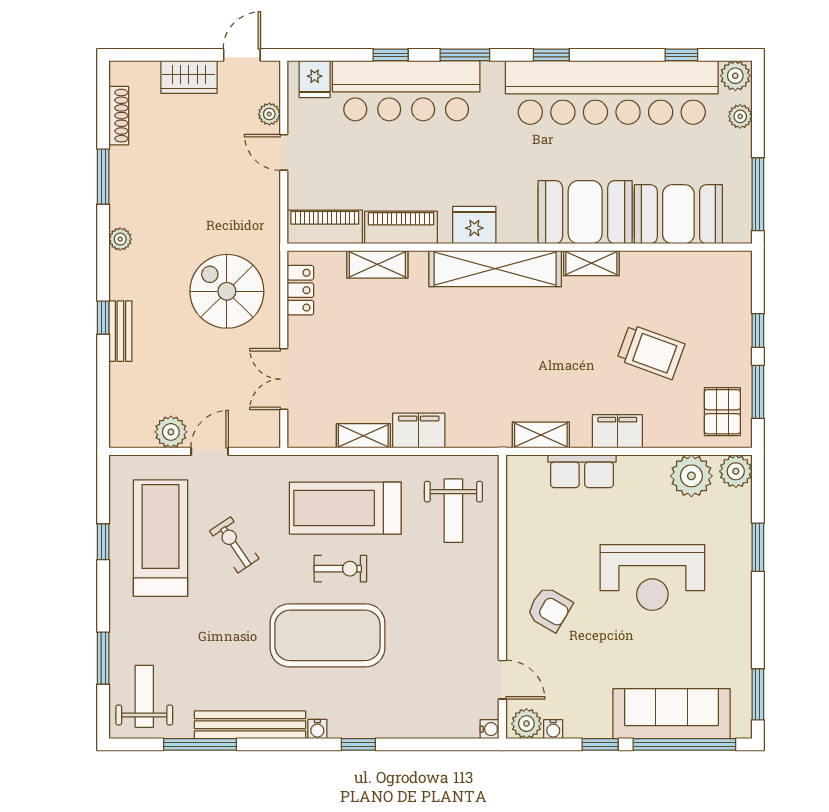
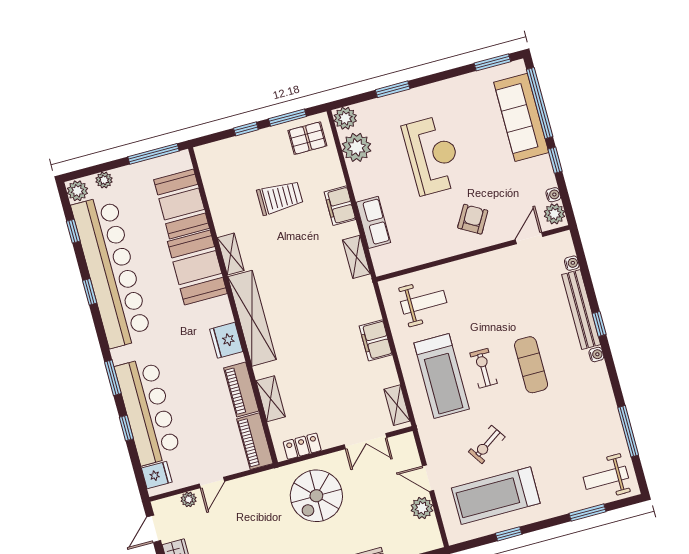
door: (242, 55) -> (154, 529), hinge flipped
window: (551, 55) -> (90, 292), moved
trolley: (651, 352) -> (280, 198), turned 70
shelving: (363, 436) -> (397, 405), moved
exercise mat: (327, 635) -> (531, 365), width x0.50, depth x0.69
bench: (250, 725) -> (581, 310), moved
water cooler: (490, 729) -> (572, 263), moved, turned 90

